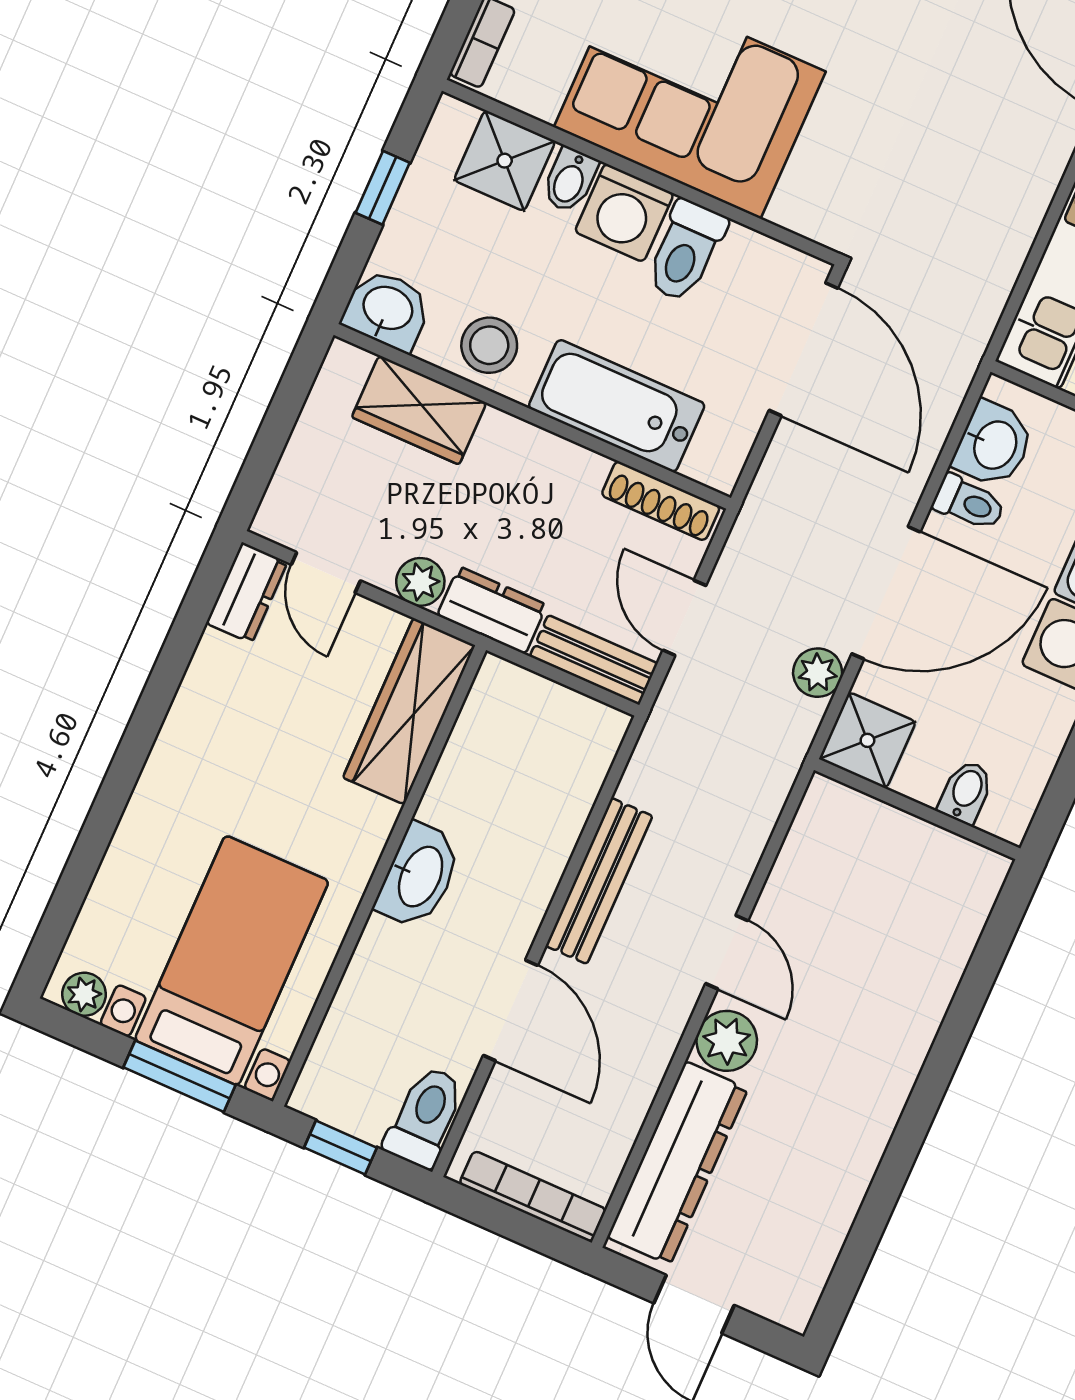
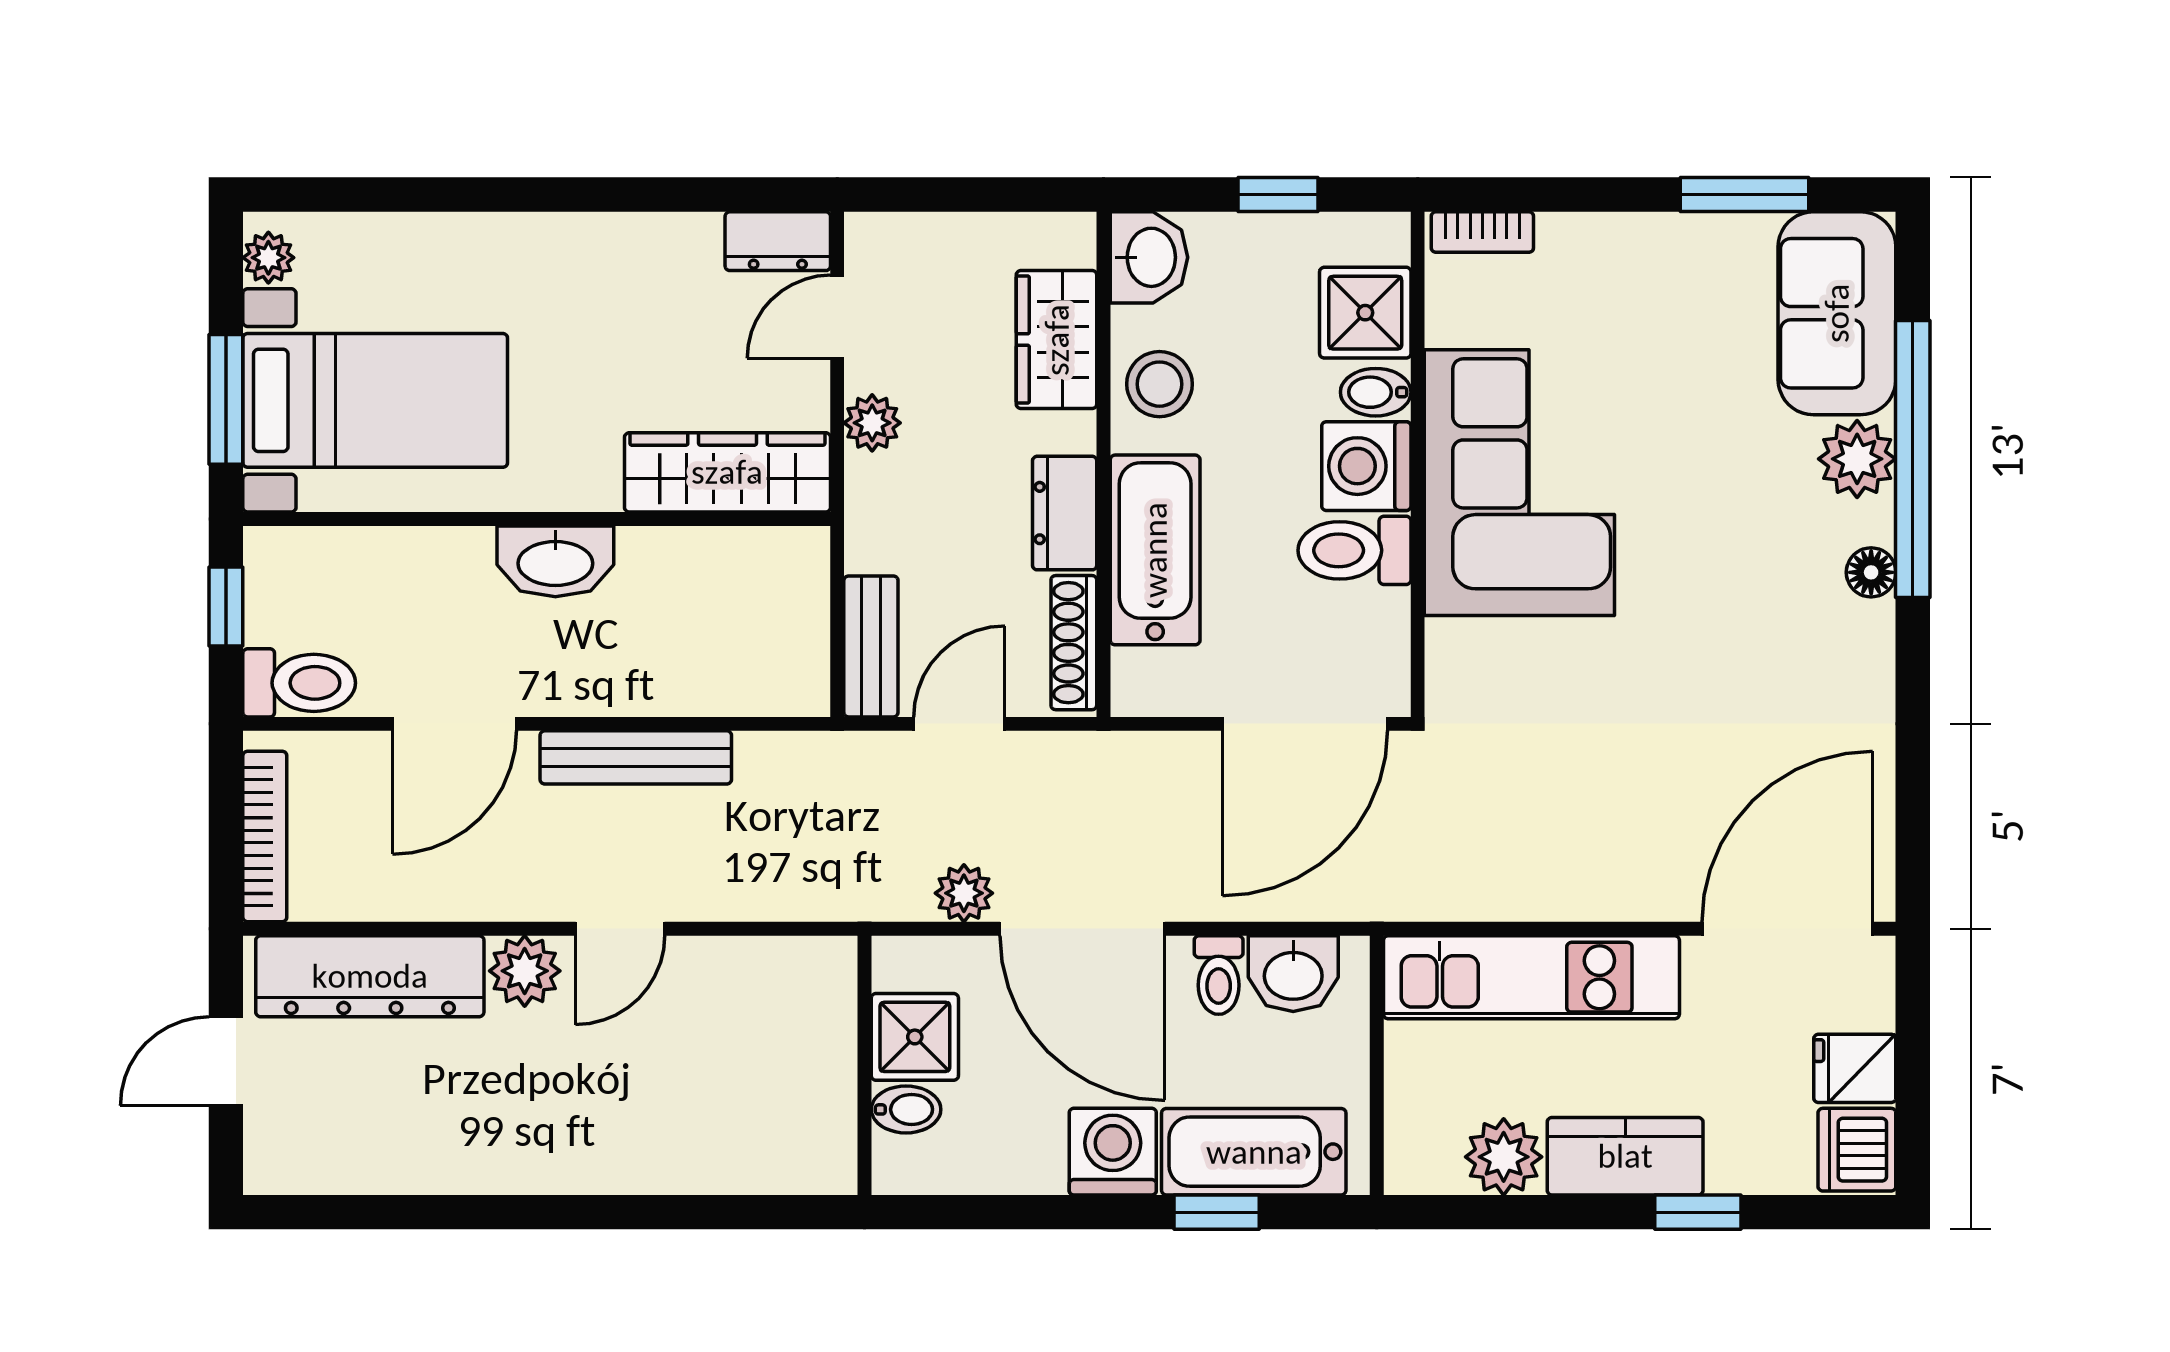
dresser: (492, 610) -> (1065, 513), moved, turned 180
shower: (867, 740) -> (915, 1037), moved

